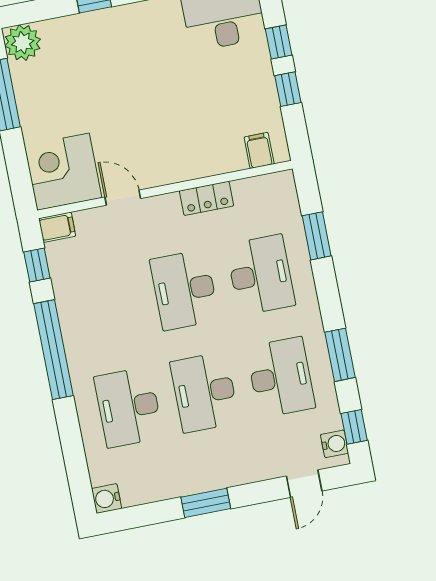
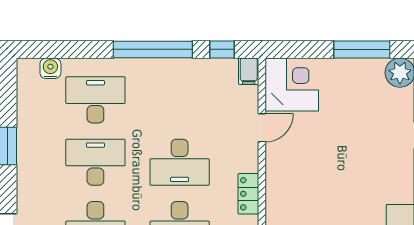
desk: (184, 290) -> (180, 162), turned 180
water cooler: (107, 499) -> (50, 68), moved

